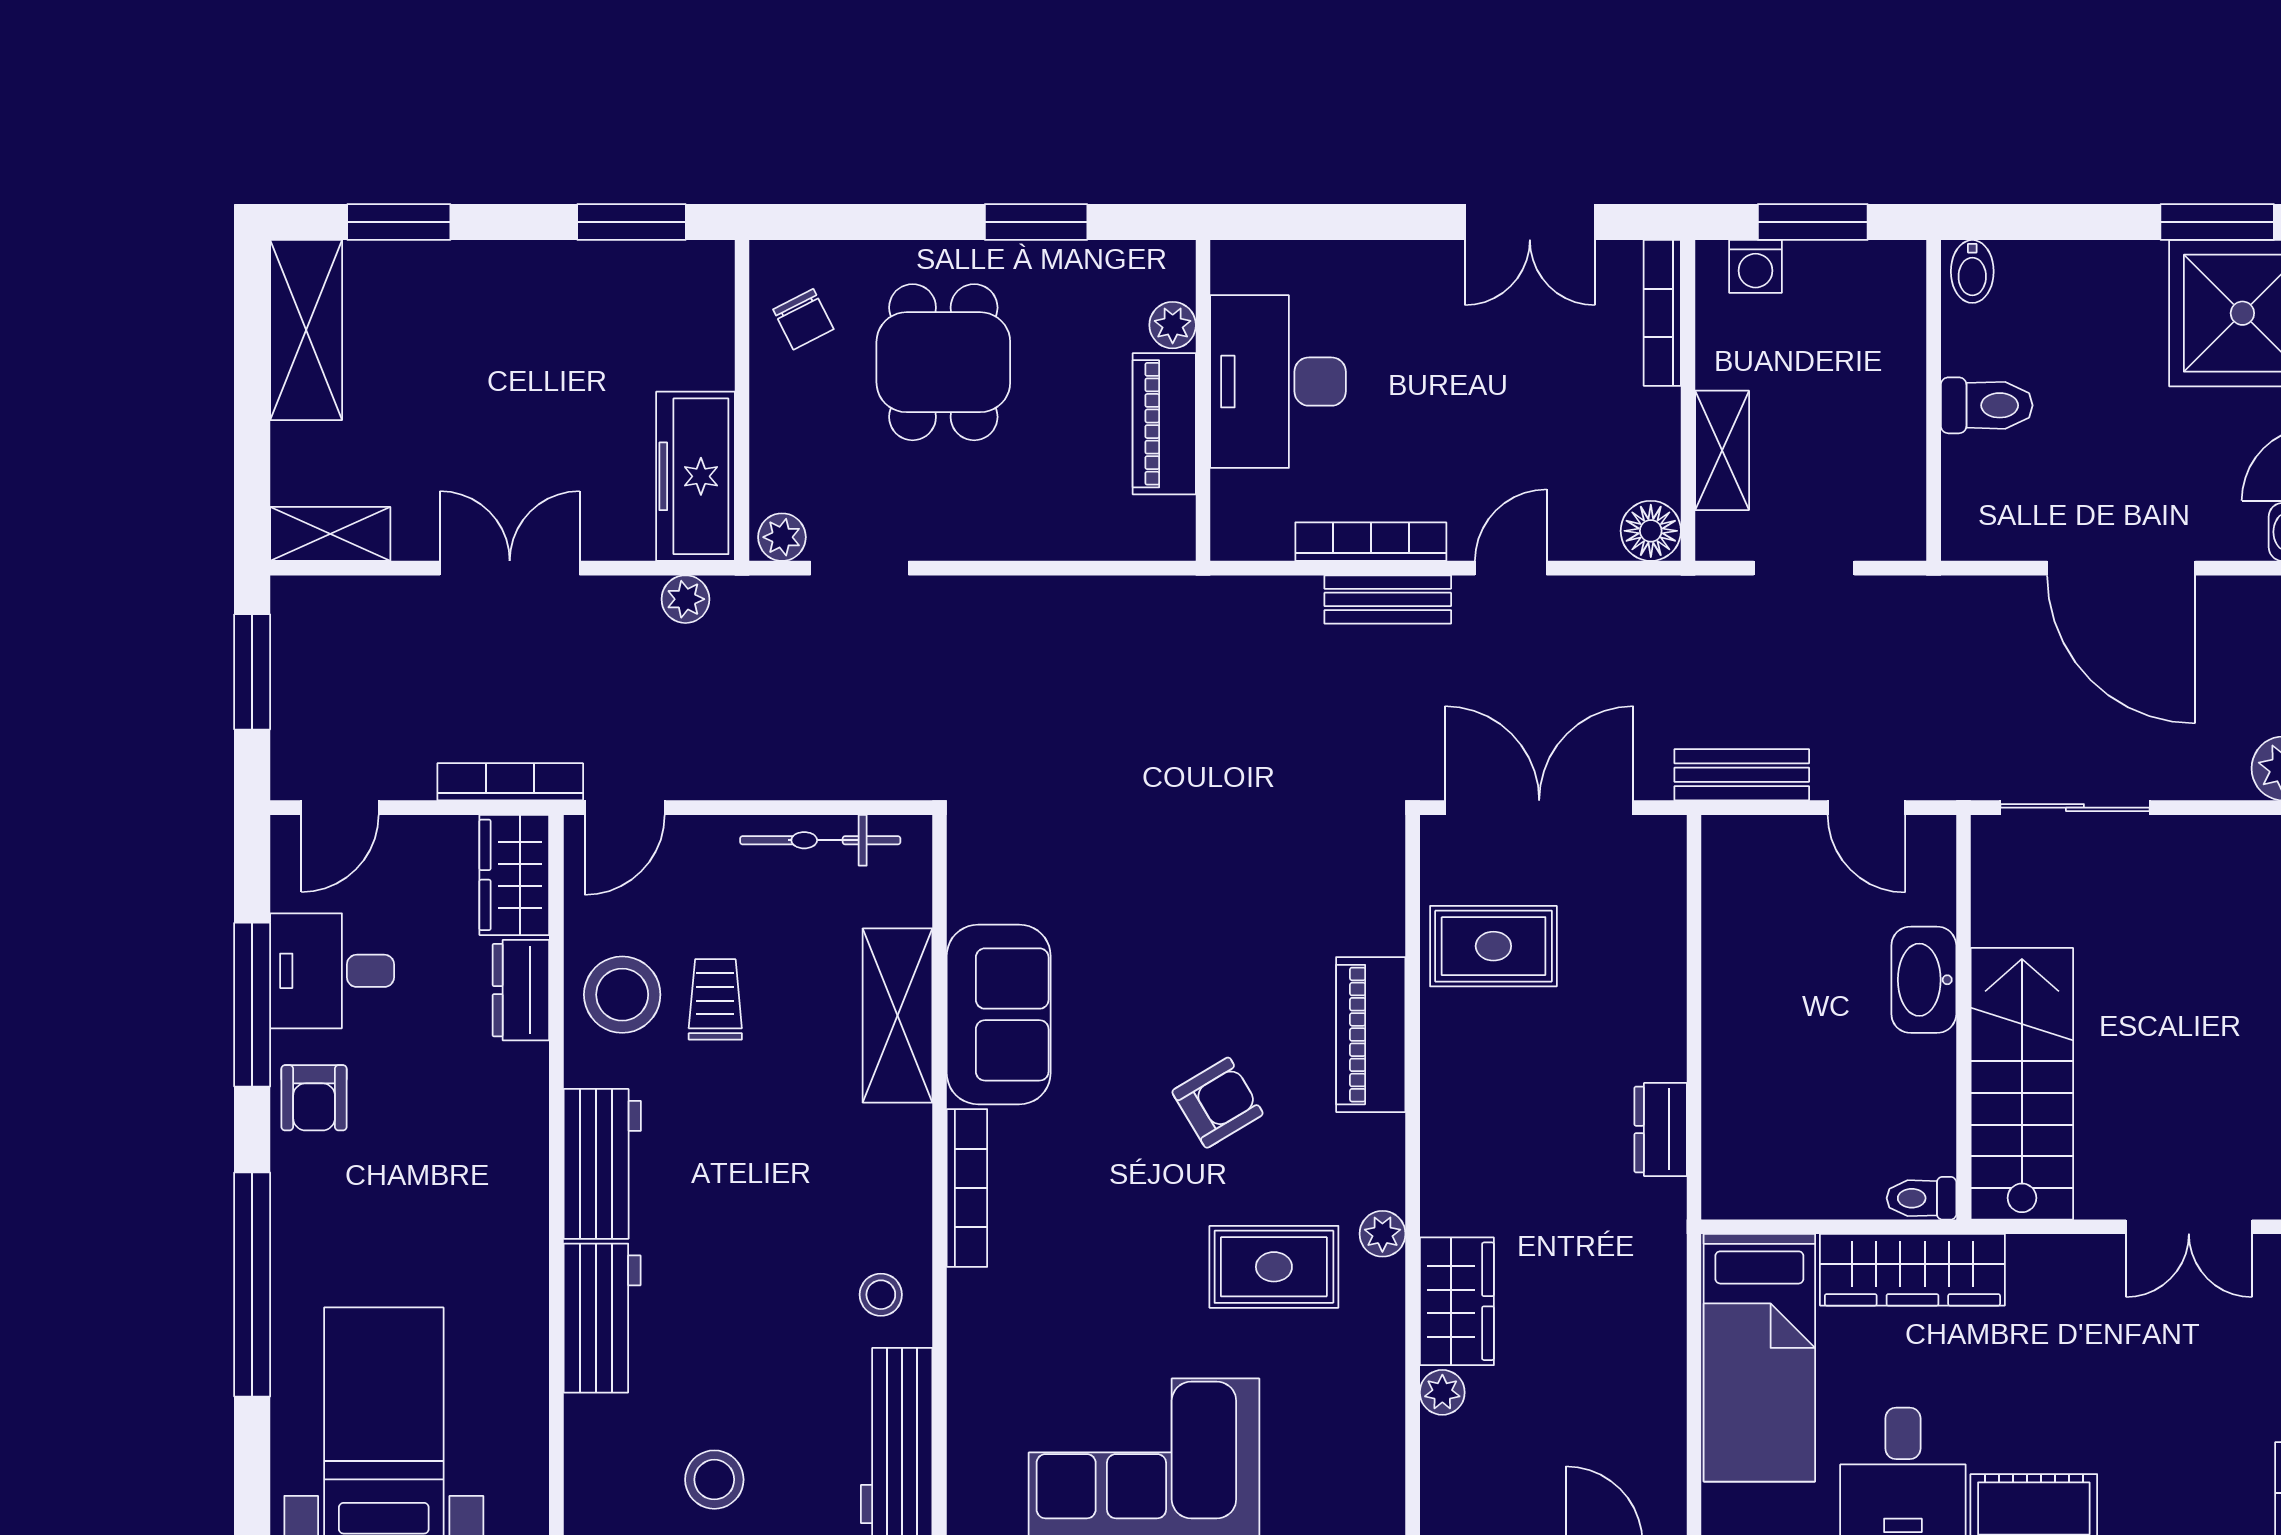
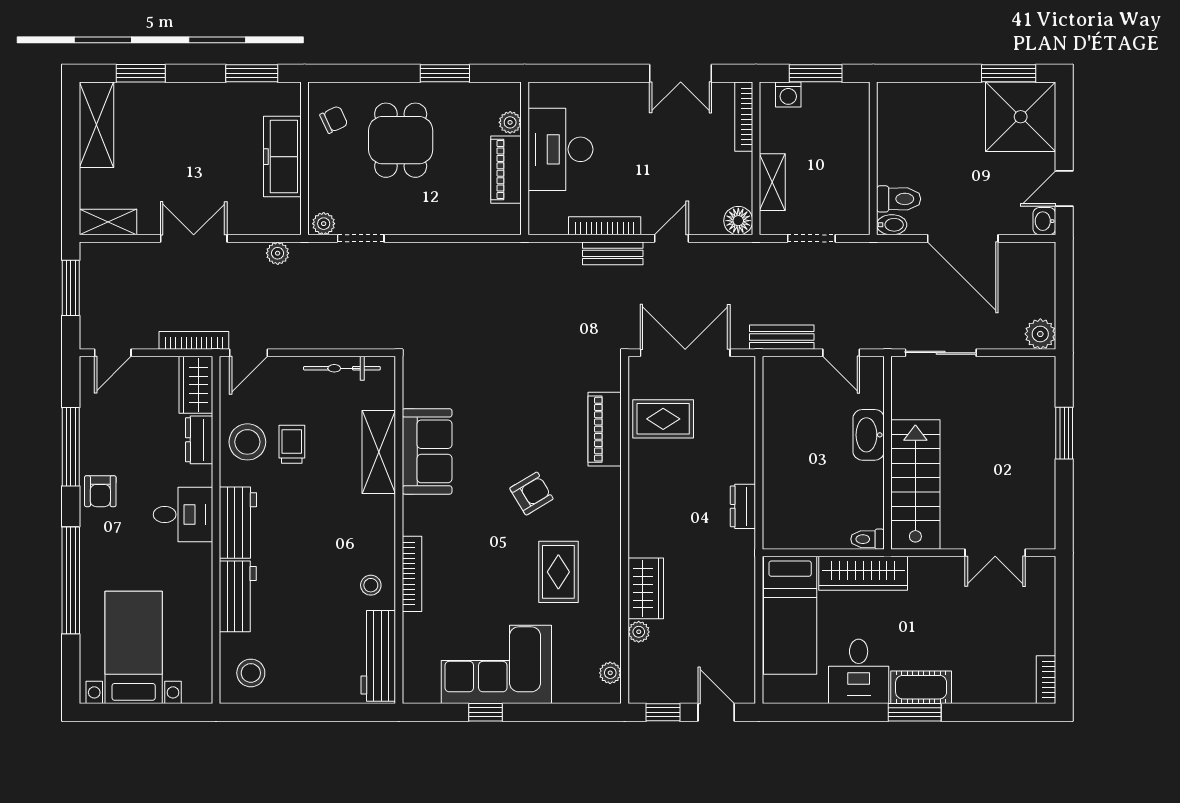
bidet: (1972, 271) -> (892, 225), moved, turned -90
chair: (803, 319) -> (334, 120), turned -88
toilet: (1987, 405) -> (899, 199), moved
freezer: (695, 476) -> (282, 157), moved
desk: (332, 971) -> (183, 515), moved, turned 180
piano: (1371, 1035) -> (605, 429), moved
bookcase: (967, 1188) -> (412, 574), moved
plant: (1382, 1234) -> (610, 673), moved
rug: (1274, 1267) -> (558, 572), turned 90
stool: (714, 1480) -> (251, 673), moved

